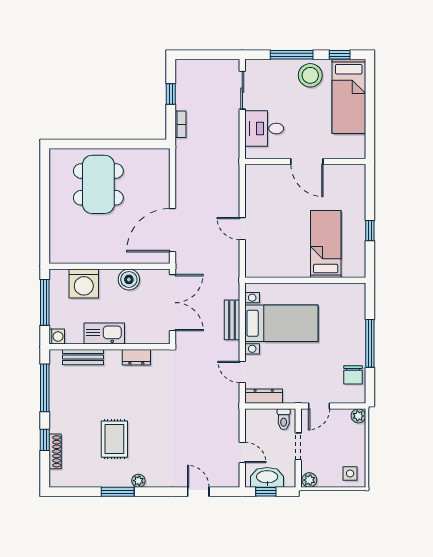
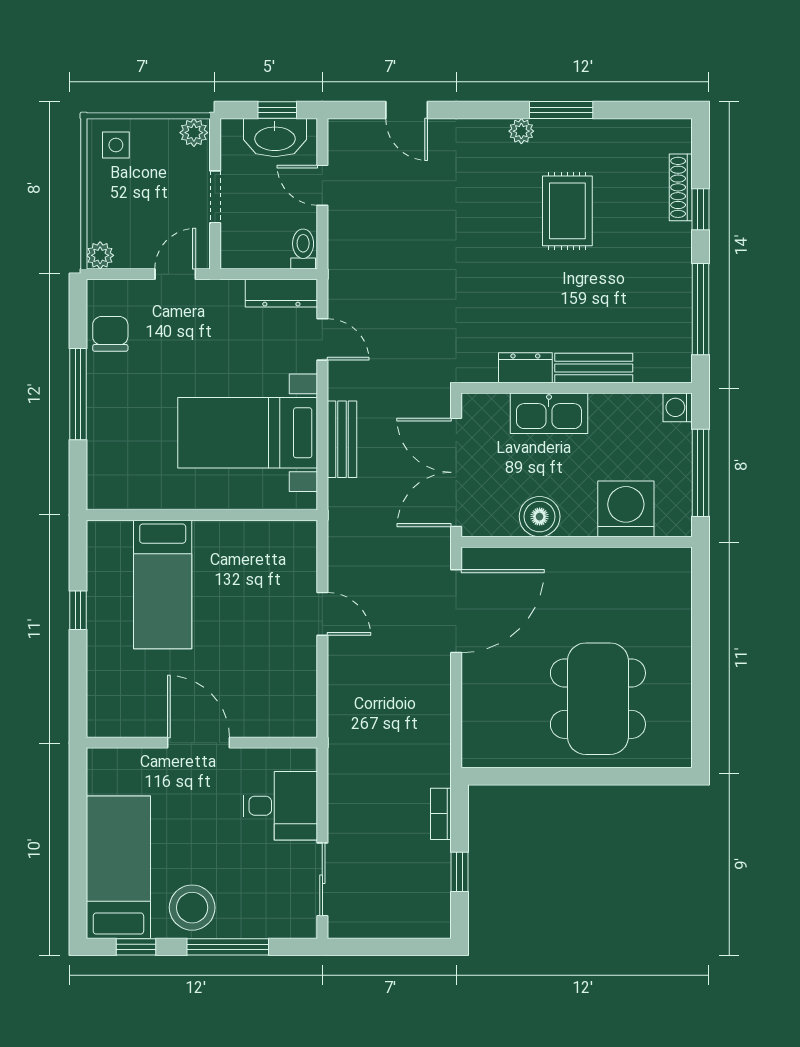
kitchen sink: (104, 333) -> (549, 413), moved
bench: (83, 357) -> (594, 368), moved
toilet: (284, 419) -> (303, 249), moved

